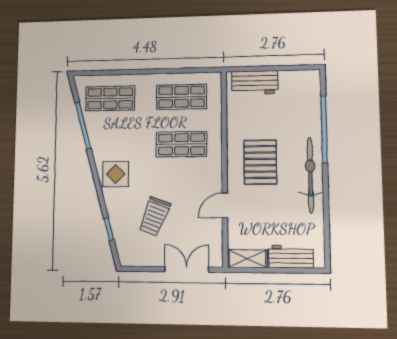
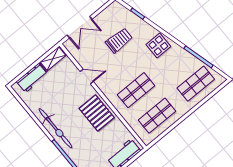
pallet: (260, 162) -> (97, 113), moved
door: (225, 205) -> (87, 77), hinge flipped
trolley: (154, 216) -> (119, 40), turned 70

